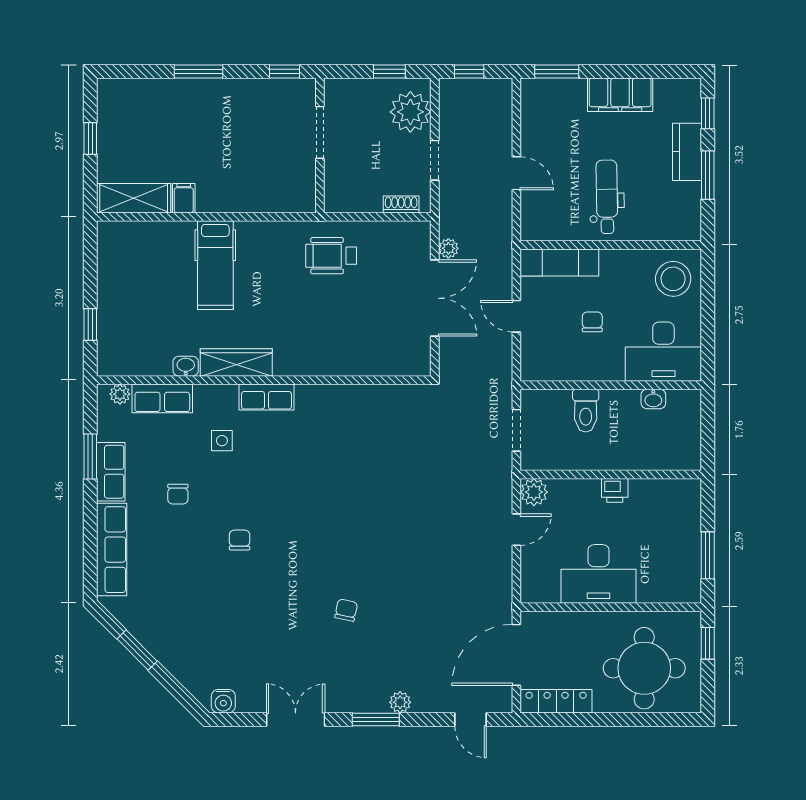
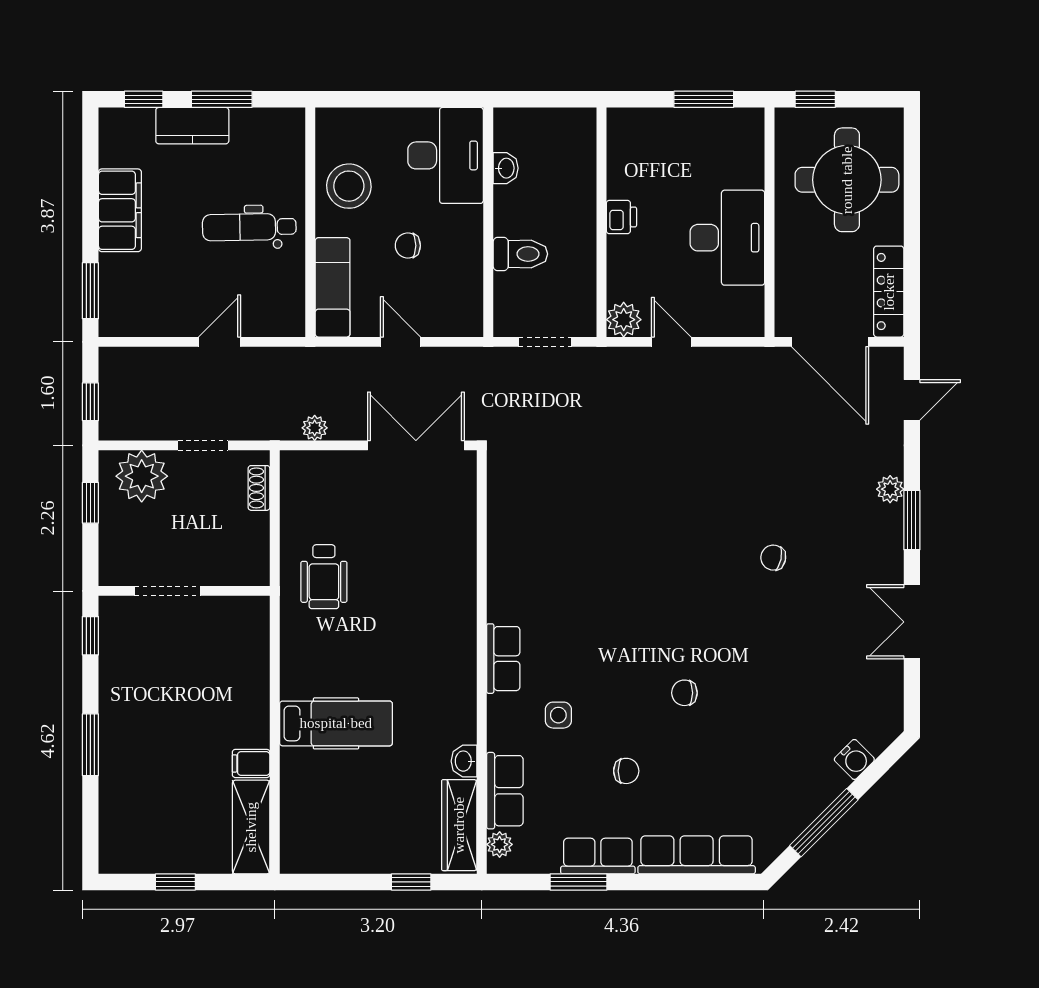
stool: (673, 279) -> (349, 186), moved
double door: (435, 298) -> (416, 445), moved
door: (516, 316) -> (401, 342), swing flipped
wardrobe: (236, 362) -> (459, 825), moved
window: (137, 650) -> (824, 823), width x1.44
water cooler: (223, 701) -> (854, 759), moved, turned 45

